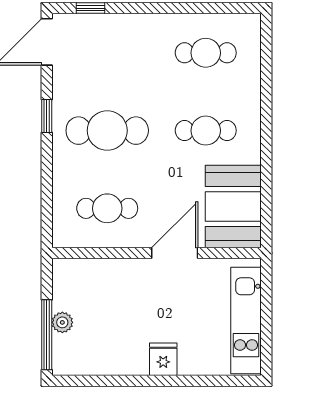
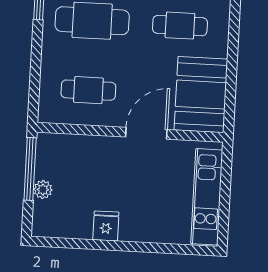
window: (47, 335) -> (30, 169), moved
fridge: (163, 359) -> (106, 226), moved

